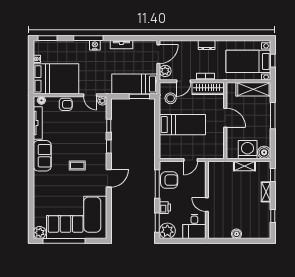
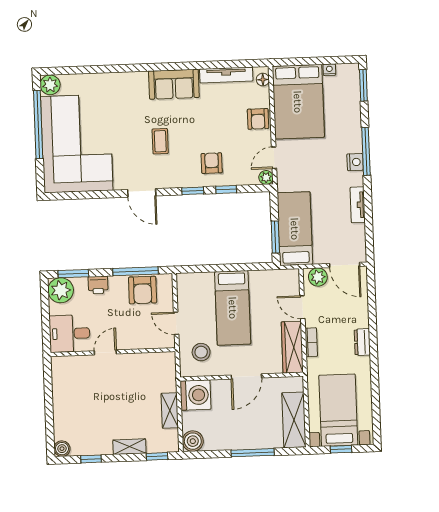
stool: (171, 98) -> (201, 352), moved
armchair: (92, 134) -> (212, 163), added
washing machine: (248, 150) -> (196, 395), moved
boiler: (236, 234) -> (62, 449), moved

